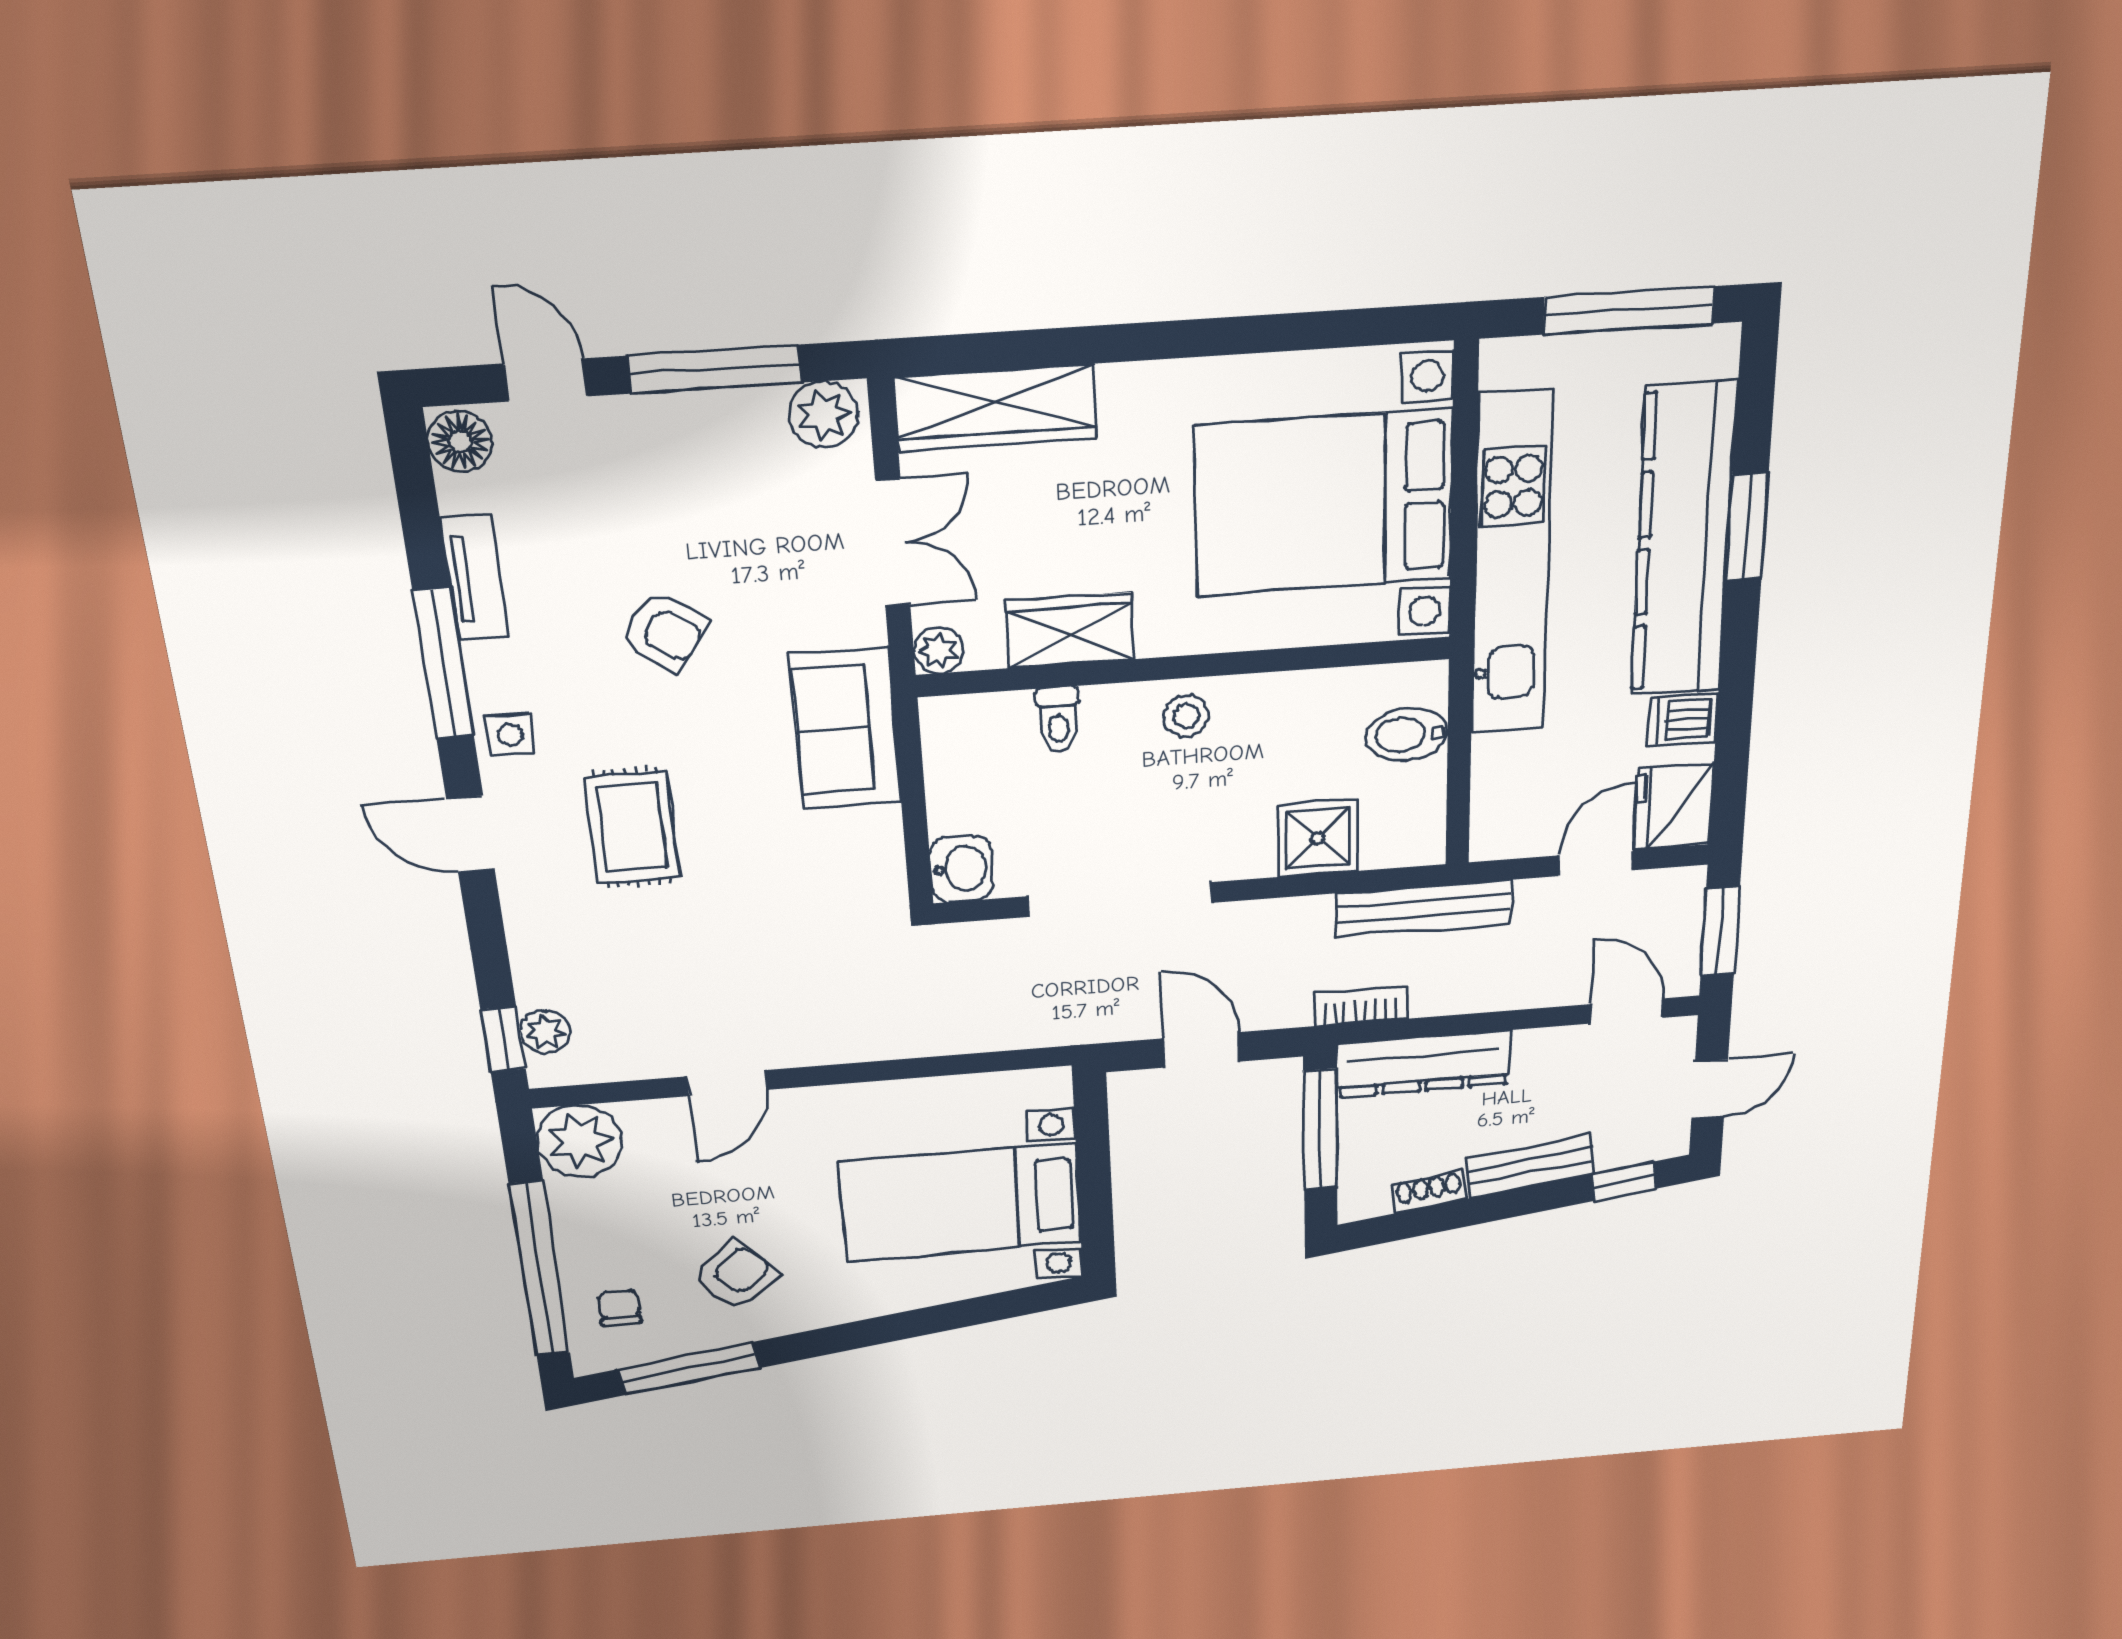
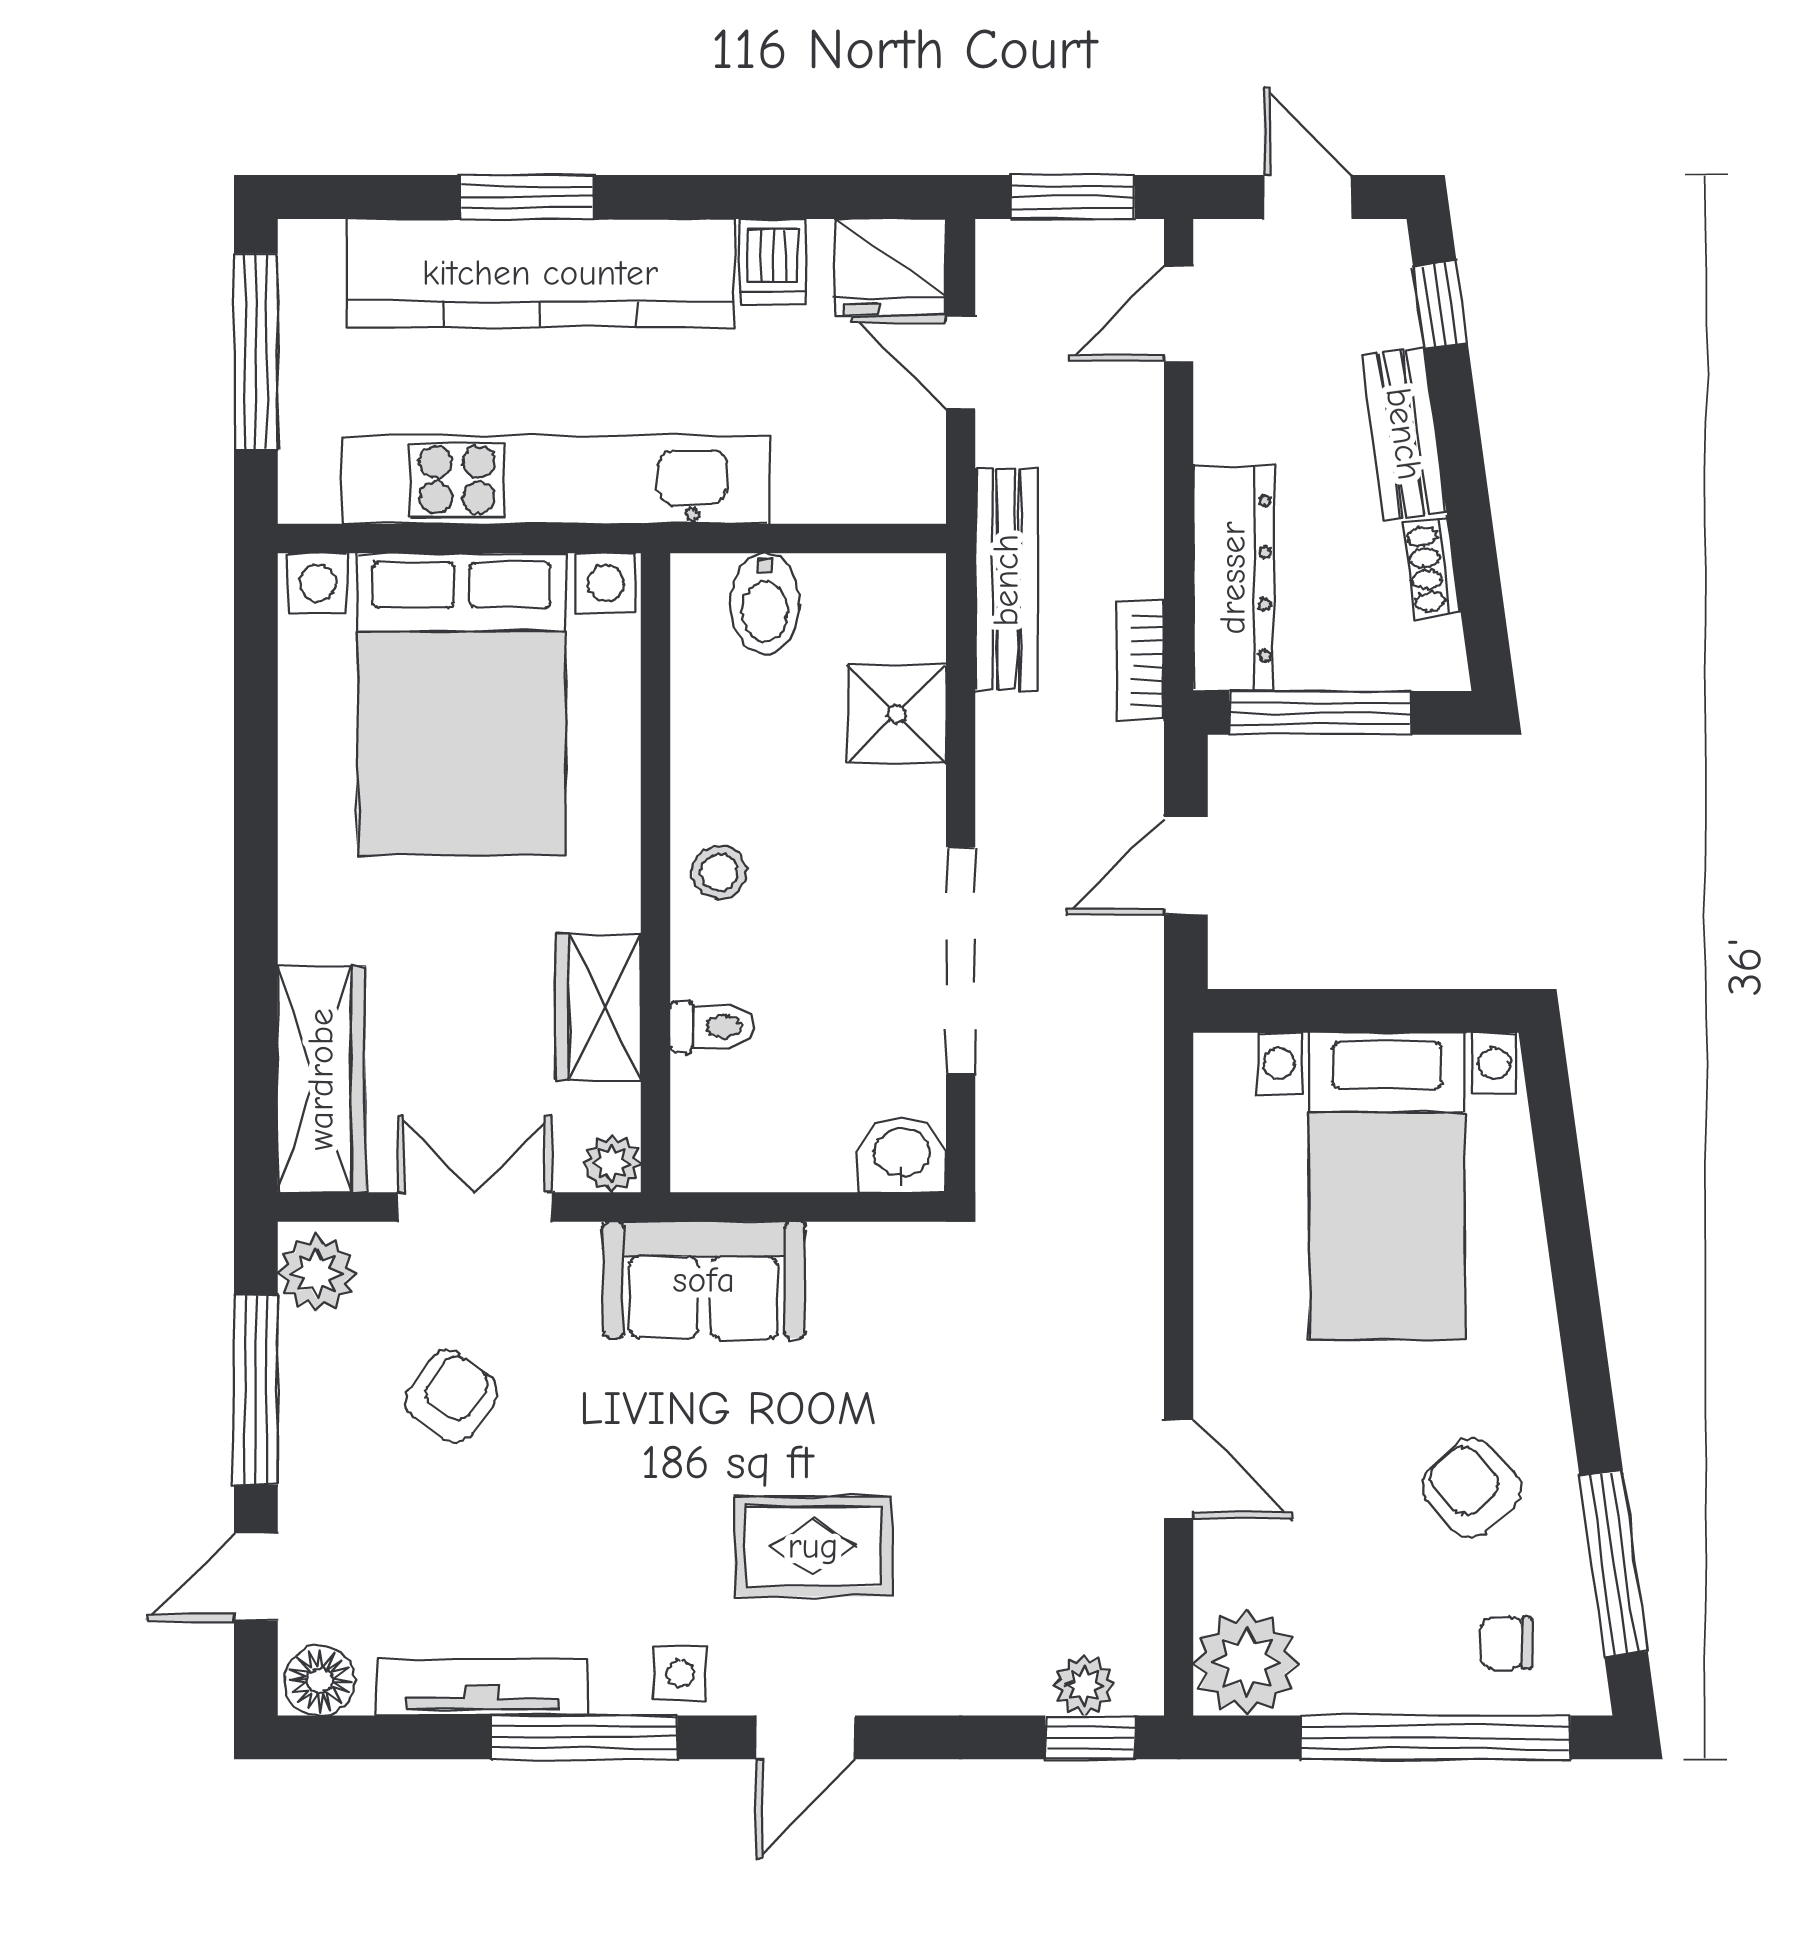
tv unit: (475, 578) -> (482, 1687), width x1.41
armchair: (664, 631) -> (451, 1396), moved

